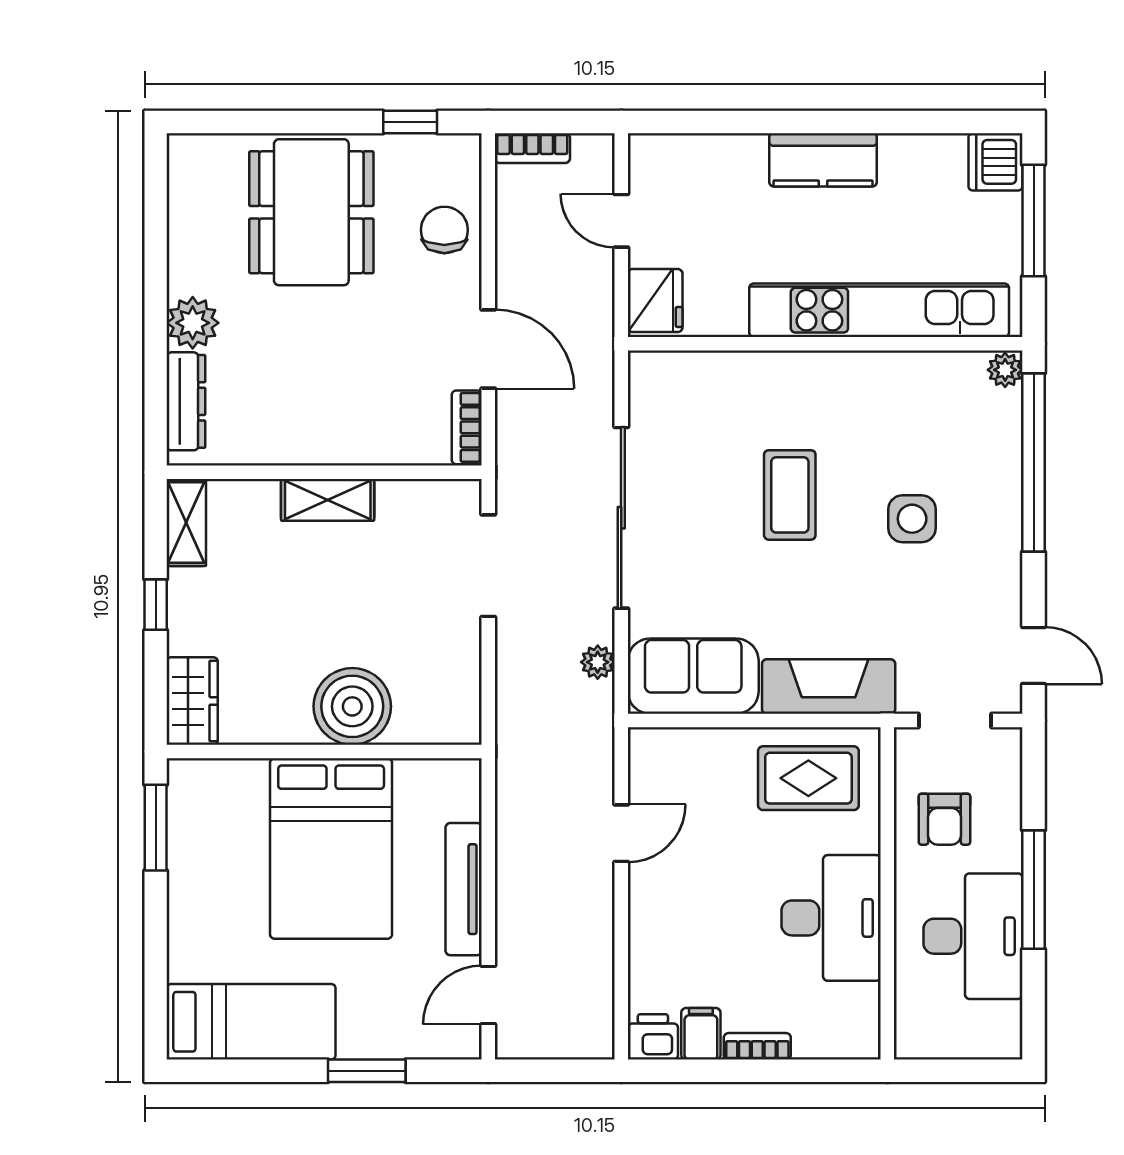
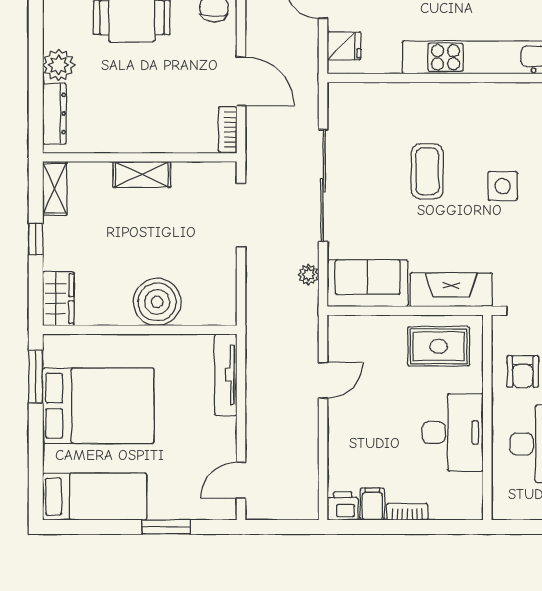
fridge: (655, 301) -> (344, 46), width x0.72
bed: (331, 849) -> (98, 406), moved, turned -90
tv unit: (464, 889) -> (226, 375), moved

